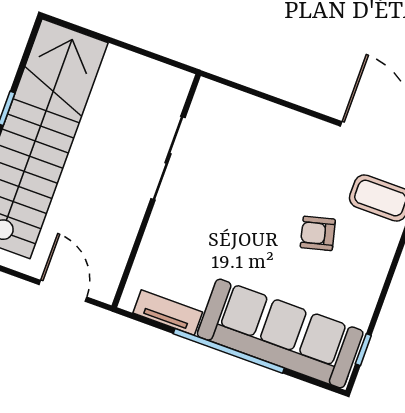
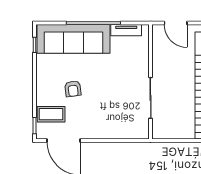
armchair: (318, 233) -> (73, 89), turned 97

